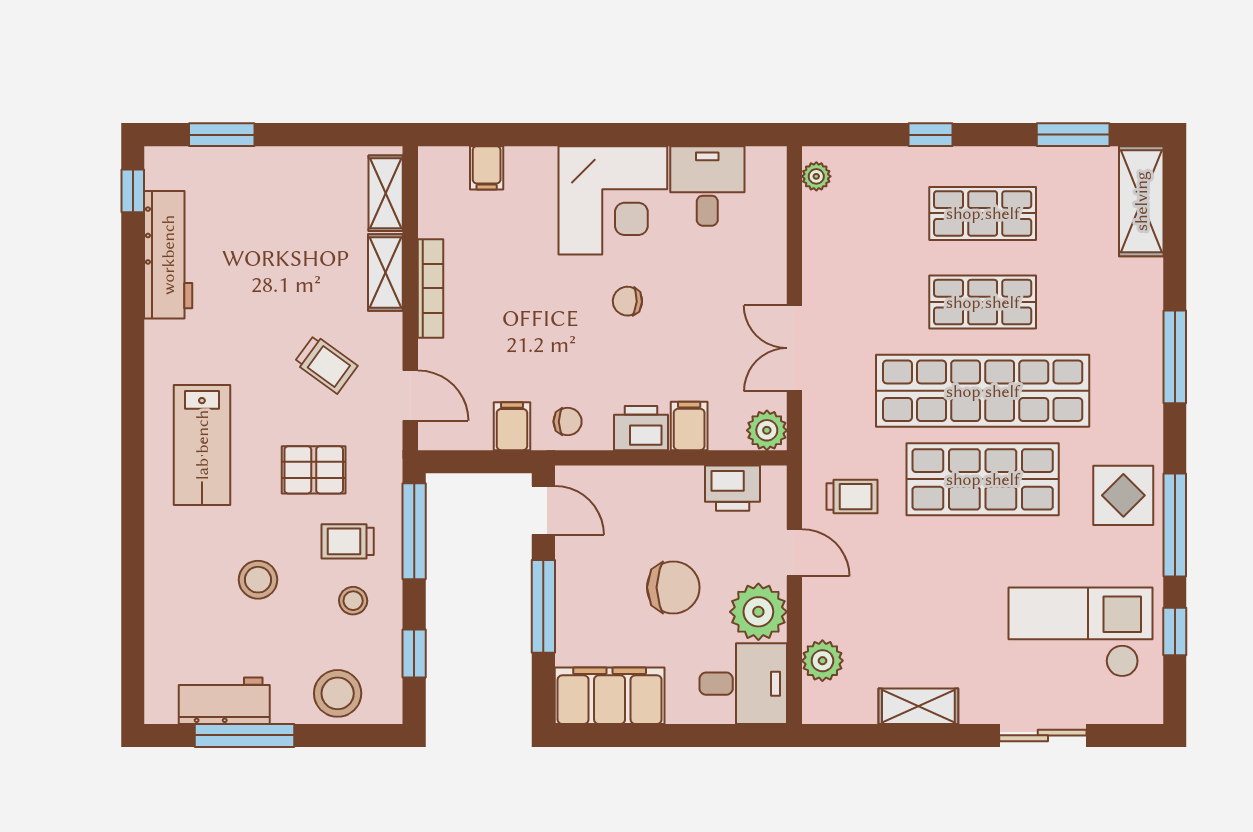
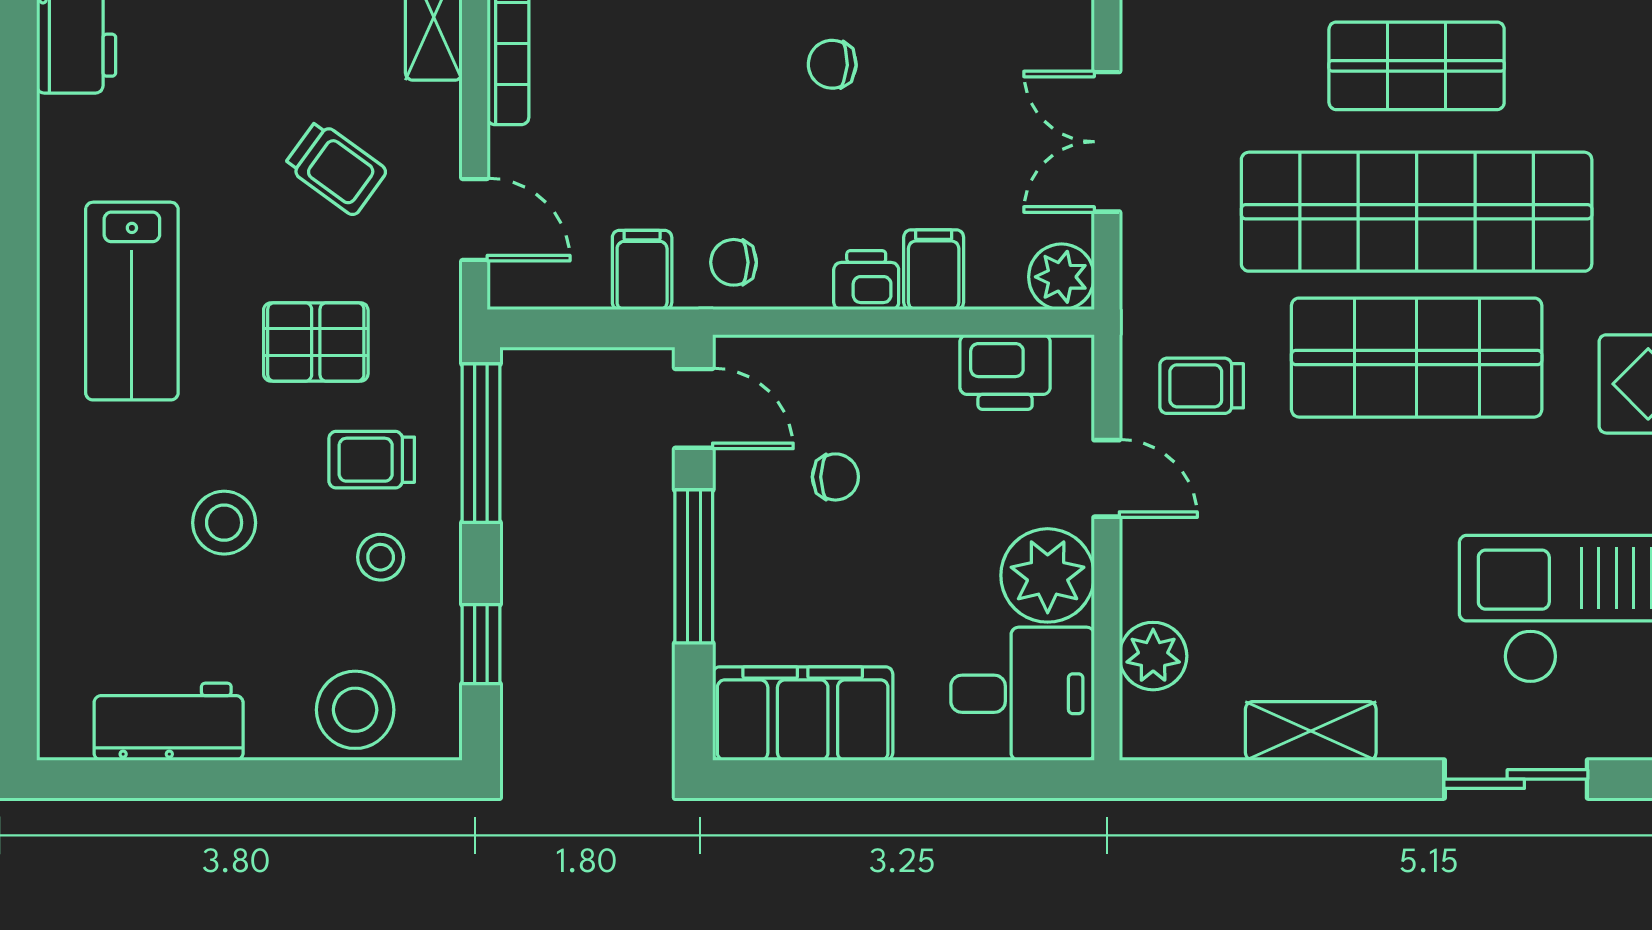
chair: (568, 422) -> (734, 262), turned 180
printer: (641, 428) -> (866, 280), width x0.73, depth x0.81
trolley: (852, 497) -> (1202, 386), turned 180
chair: (673, 587) -> (835, 477), moved, width x0.54, depth x0.54
window: (244, 735) -> (202, 779), removed

